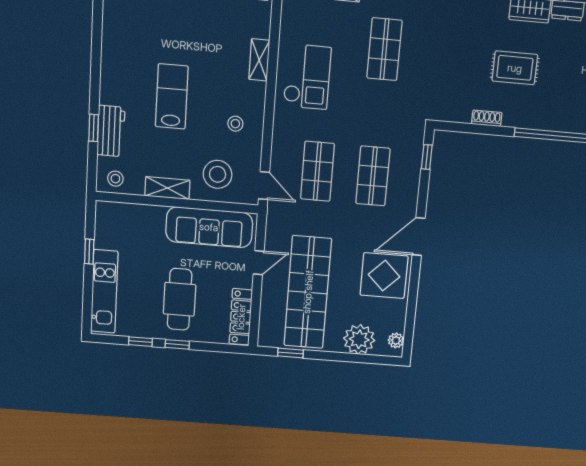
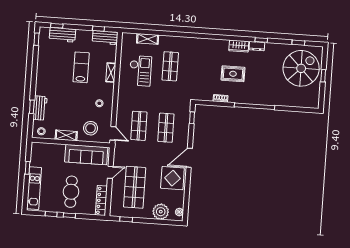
checkout: (307, 77) -> (140, 71), moved
lab bench: (172, 96) -> (81, 67), moved
shop shelf: (308, 292) -> (135, 187), width x0.71

